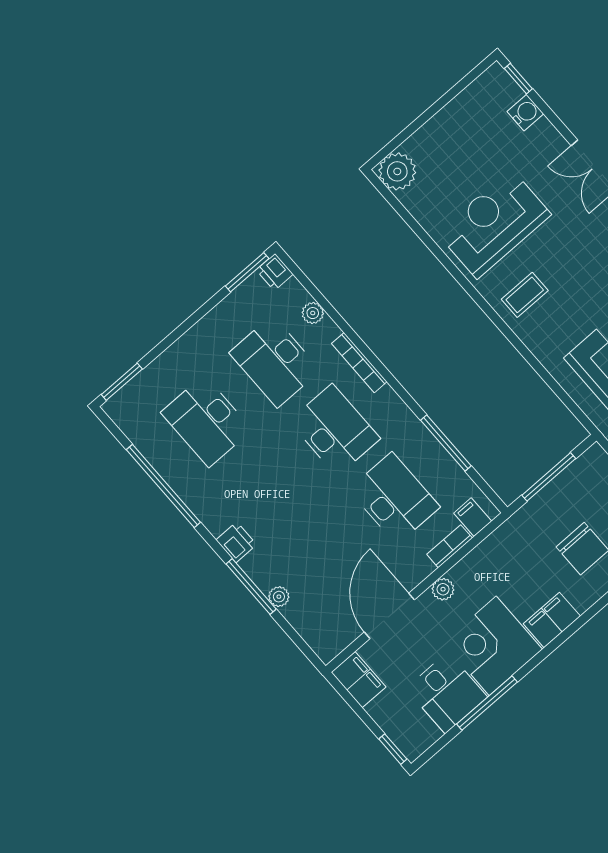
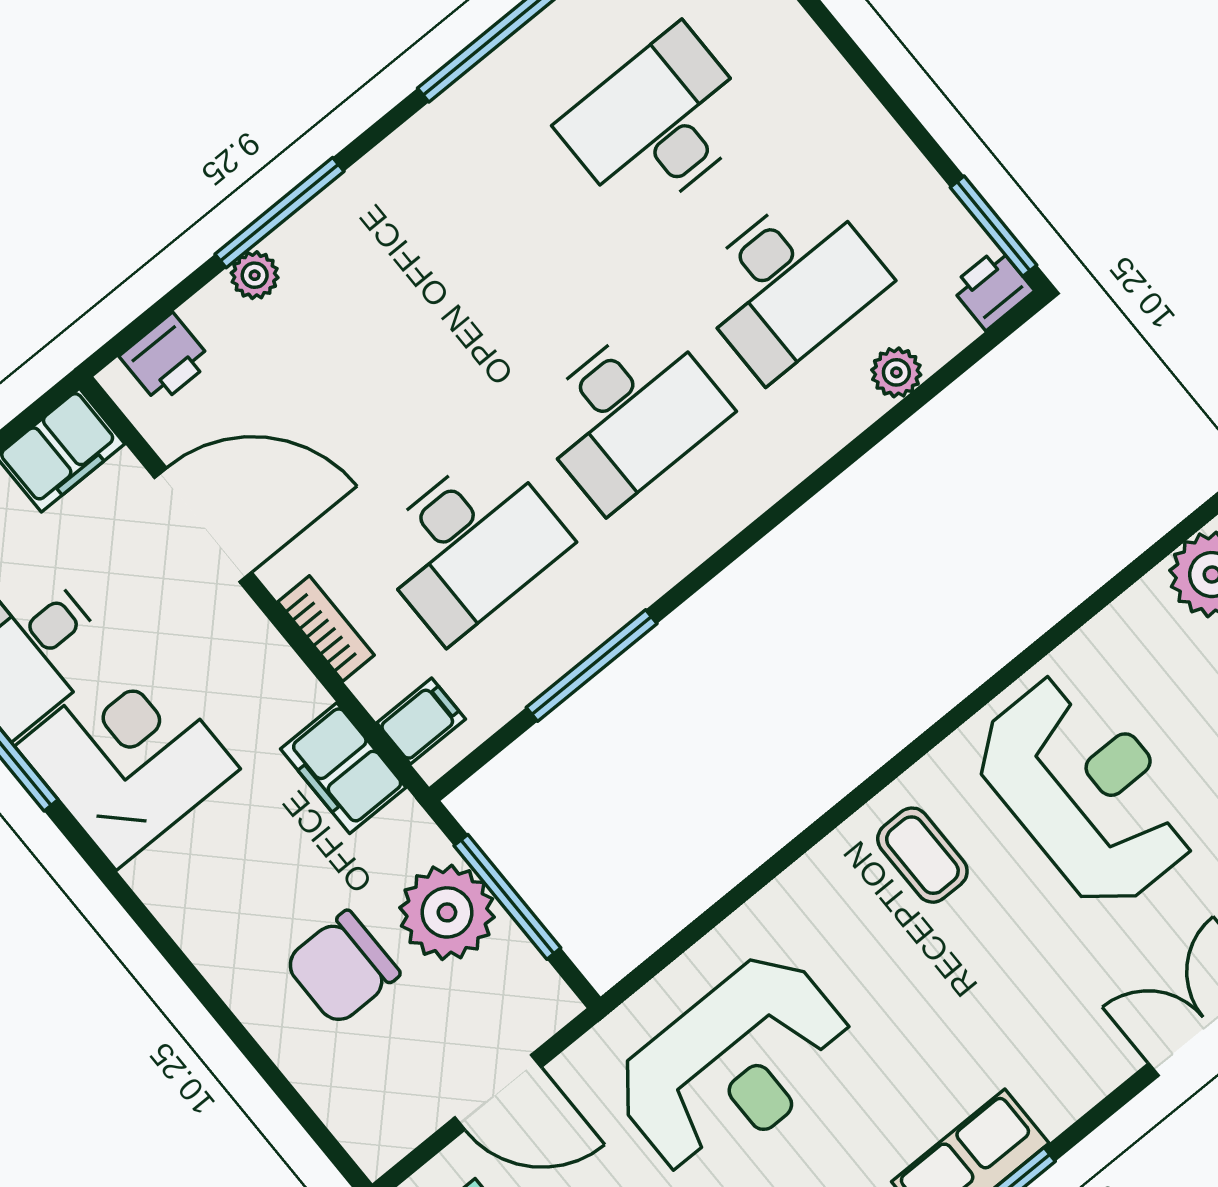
desk: (275, 361) -> (789, 283), turned 180
bookcase: (359, 363) -> (781, 474), removed
printer: (236, 542) -> (166, 358), moved
bookcase: (450, 546) -> (326, 628), moved
plant: (443, 589) -> (447, 912), moved, width x1.88, depth x1.88
filing cabinet: (552, 620) -> (343, 768), moved, turned 180

